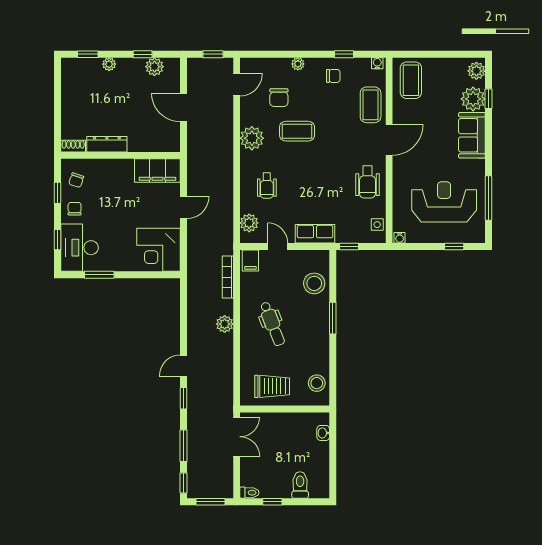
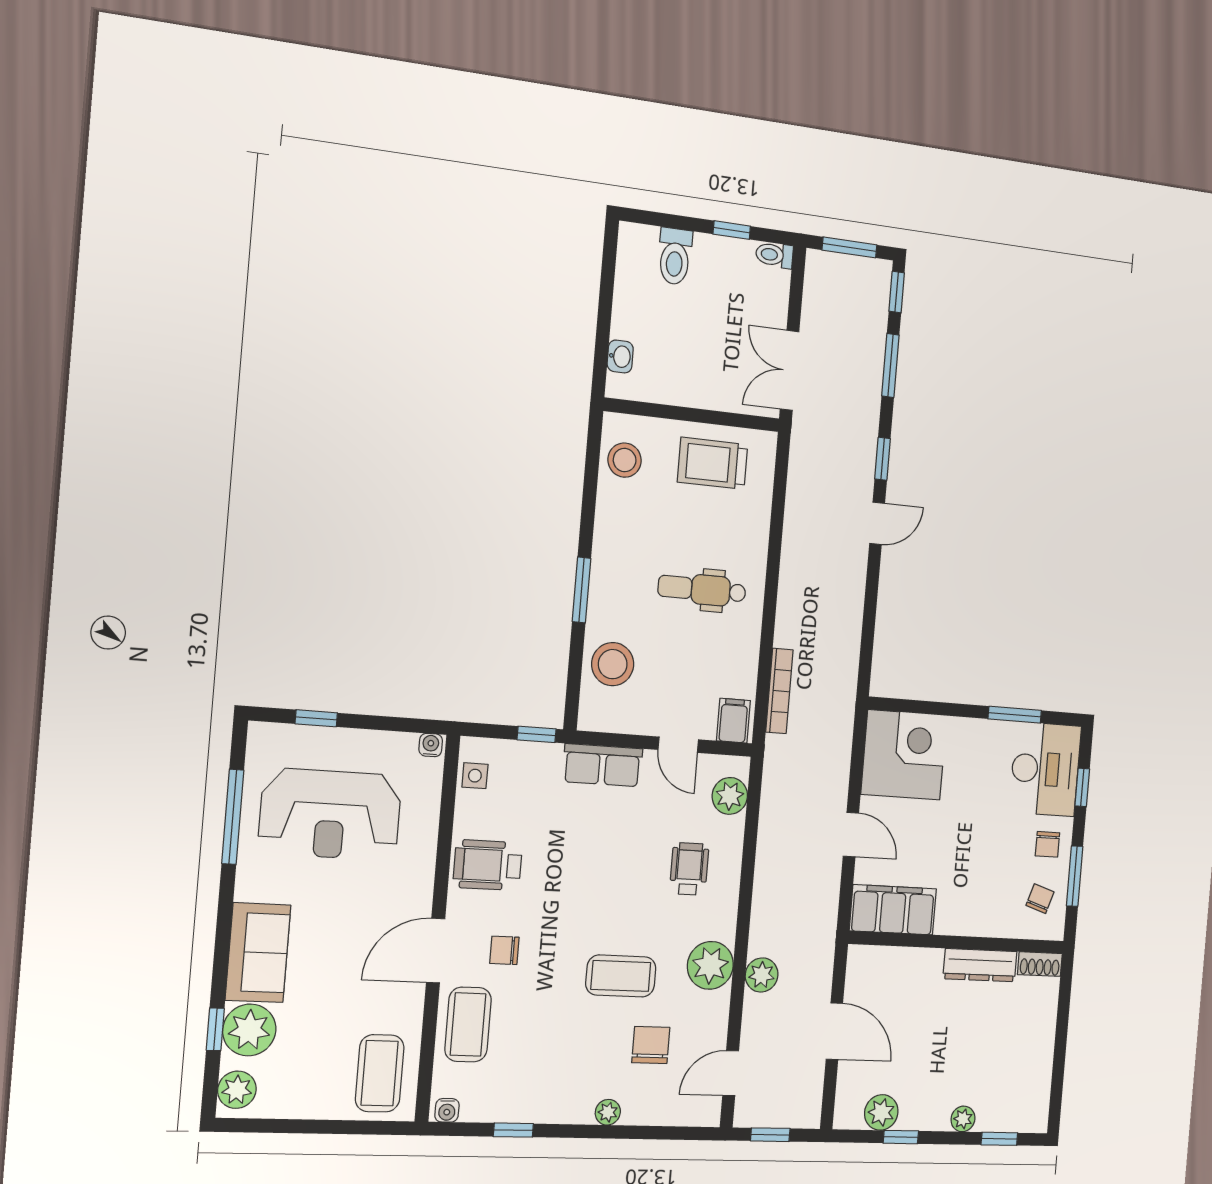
chair: (333, 76) -> (504, 950), moved
wheelchair: (367, 182) -> (488, 865), turned -90
window: (58, 193) -> (1075, 876), width x1.50
door: (184, 207) -> (851, 835), swing flipped
plant: (225, 324) -> (762, 975), moved
dental chair: (272, 324) -> (702, 590), turned -69

